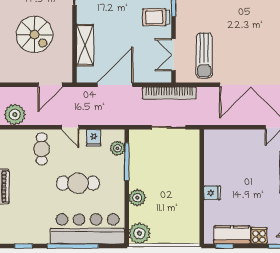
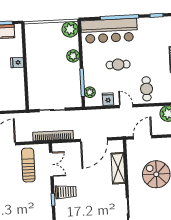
cafe table: (78, 183) -> (118, 65), width x0.73, depth x0.74

